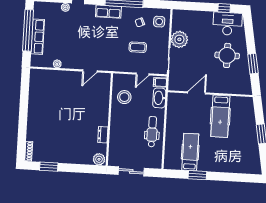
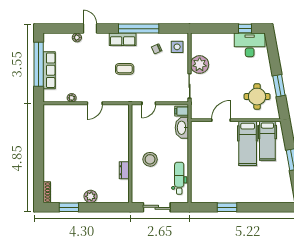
coffee table: (138, 47) -> (125, 69), moved
round table: (227, 55) -> (257, 97), moved
door: (90, 71) -> (95, 103), moved
door: (143, 74) -> (149, 103), moved
stool: (124, 97) -> (150, 159), moved
dental chair: (152, 132) -> (179, 178), moved
hospital bed: (190, 152) -> (267, 141), moved, turned 180
plant: (99, 159) -> (91, 196), moved

